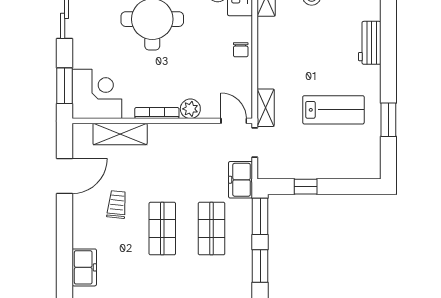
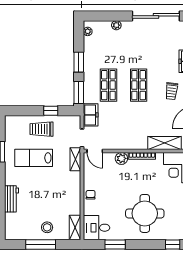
trolley: (321, 157) -> (41, 129), added
trolley: (117, 204) -> (172, 91), moved

